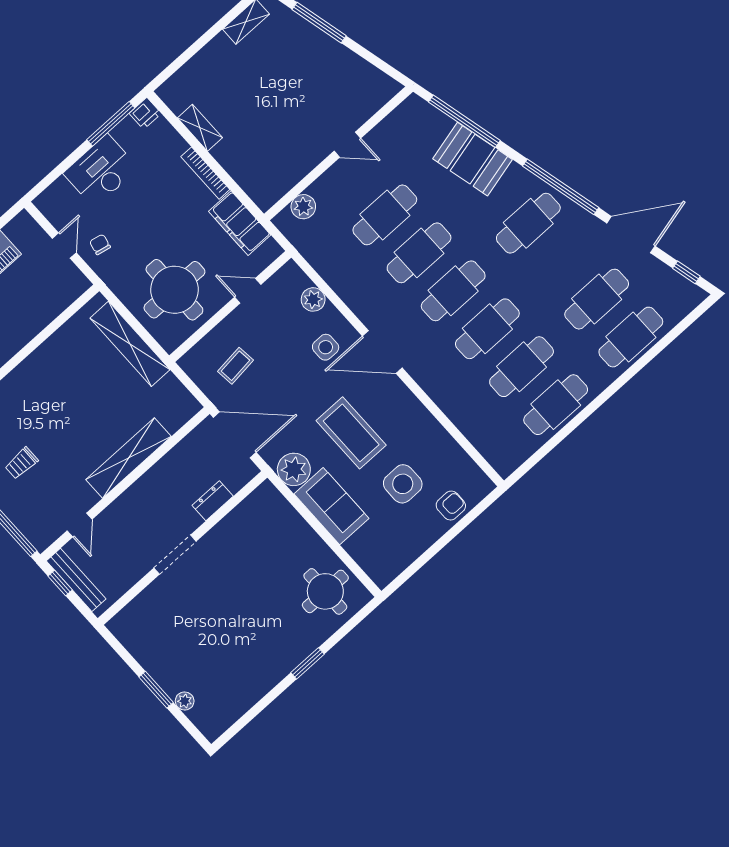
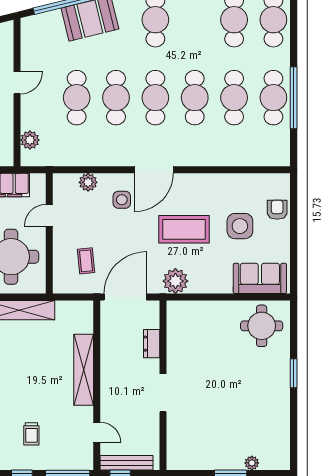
window: (573, 424) -> (294, 98), added
sofa: (331, 506) -> (260, 278), moved

